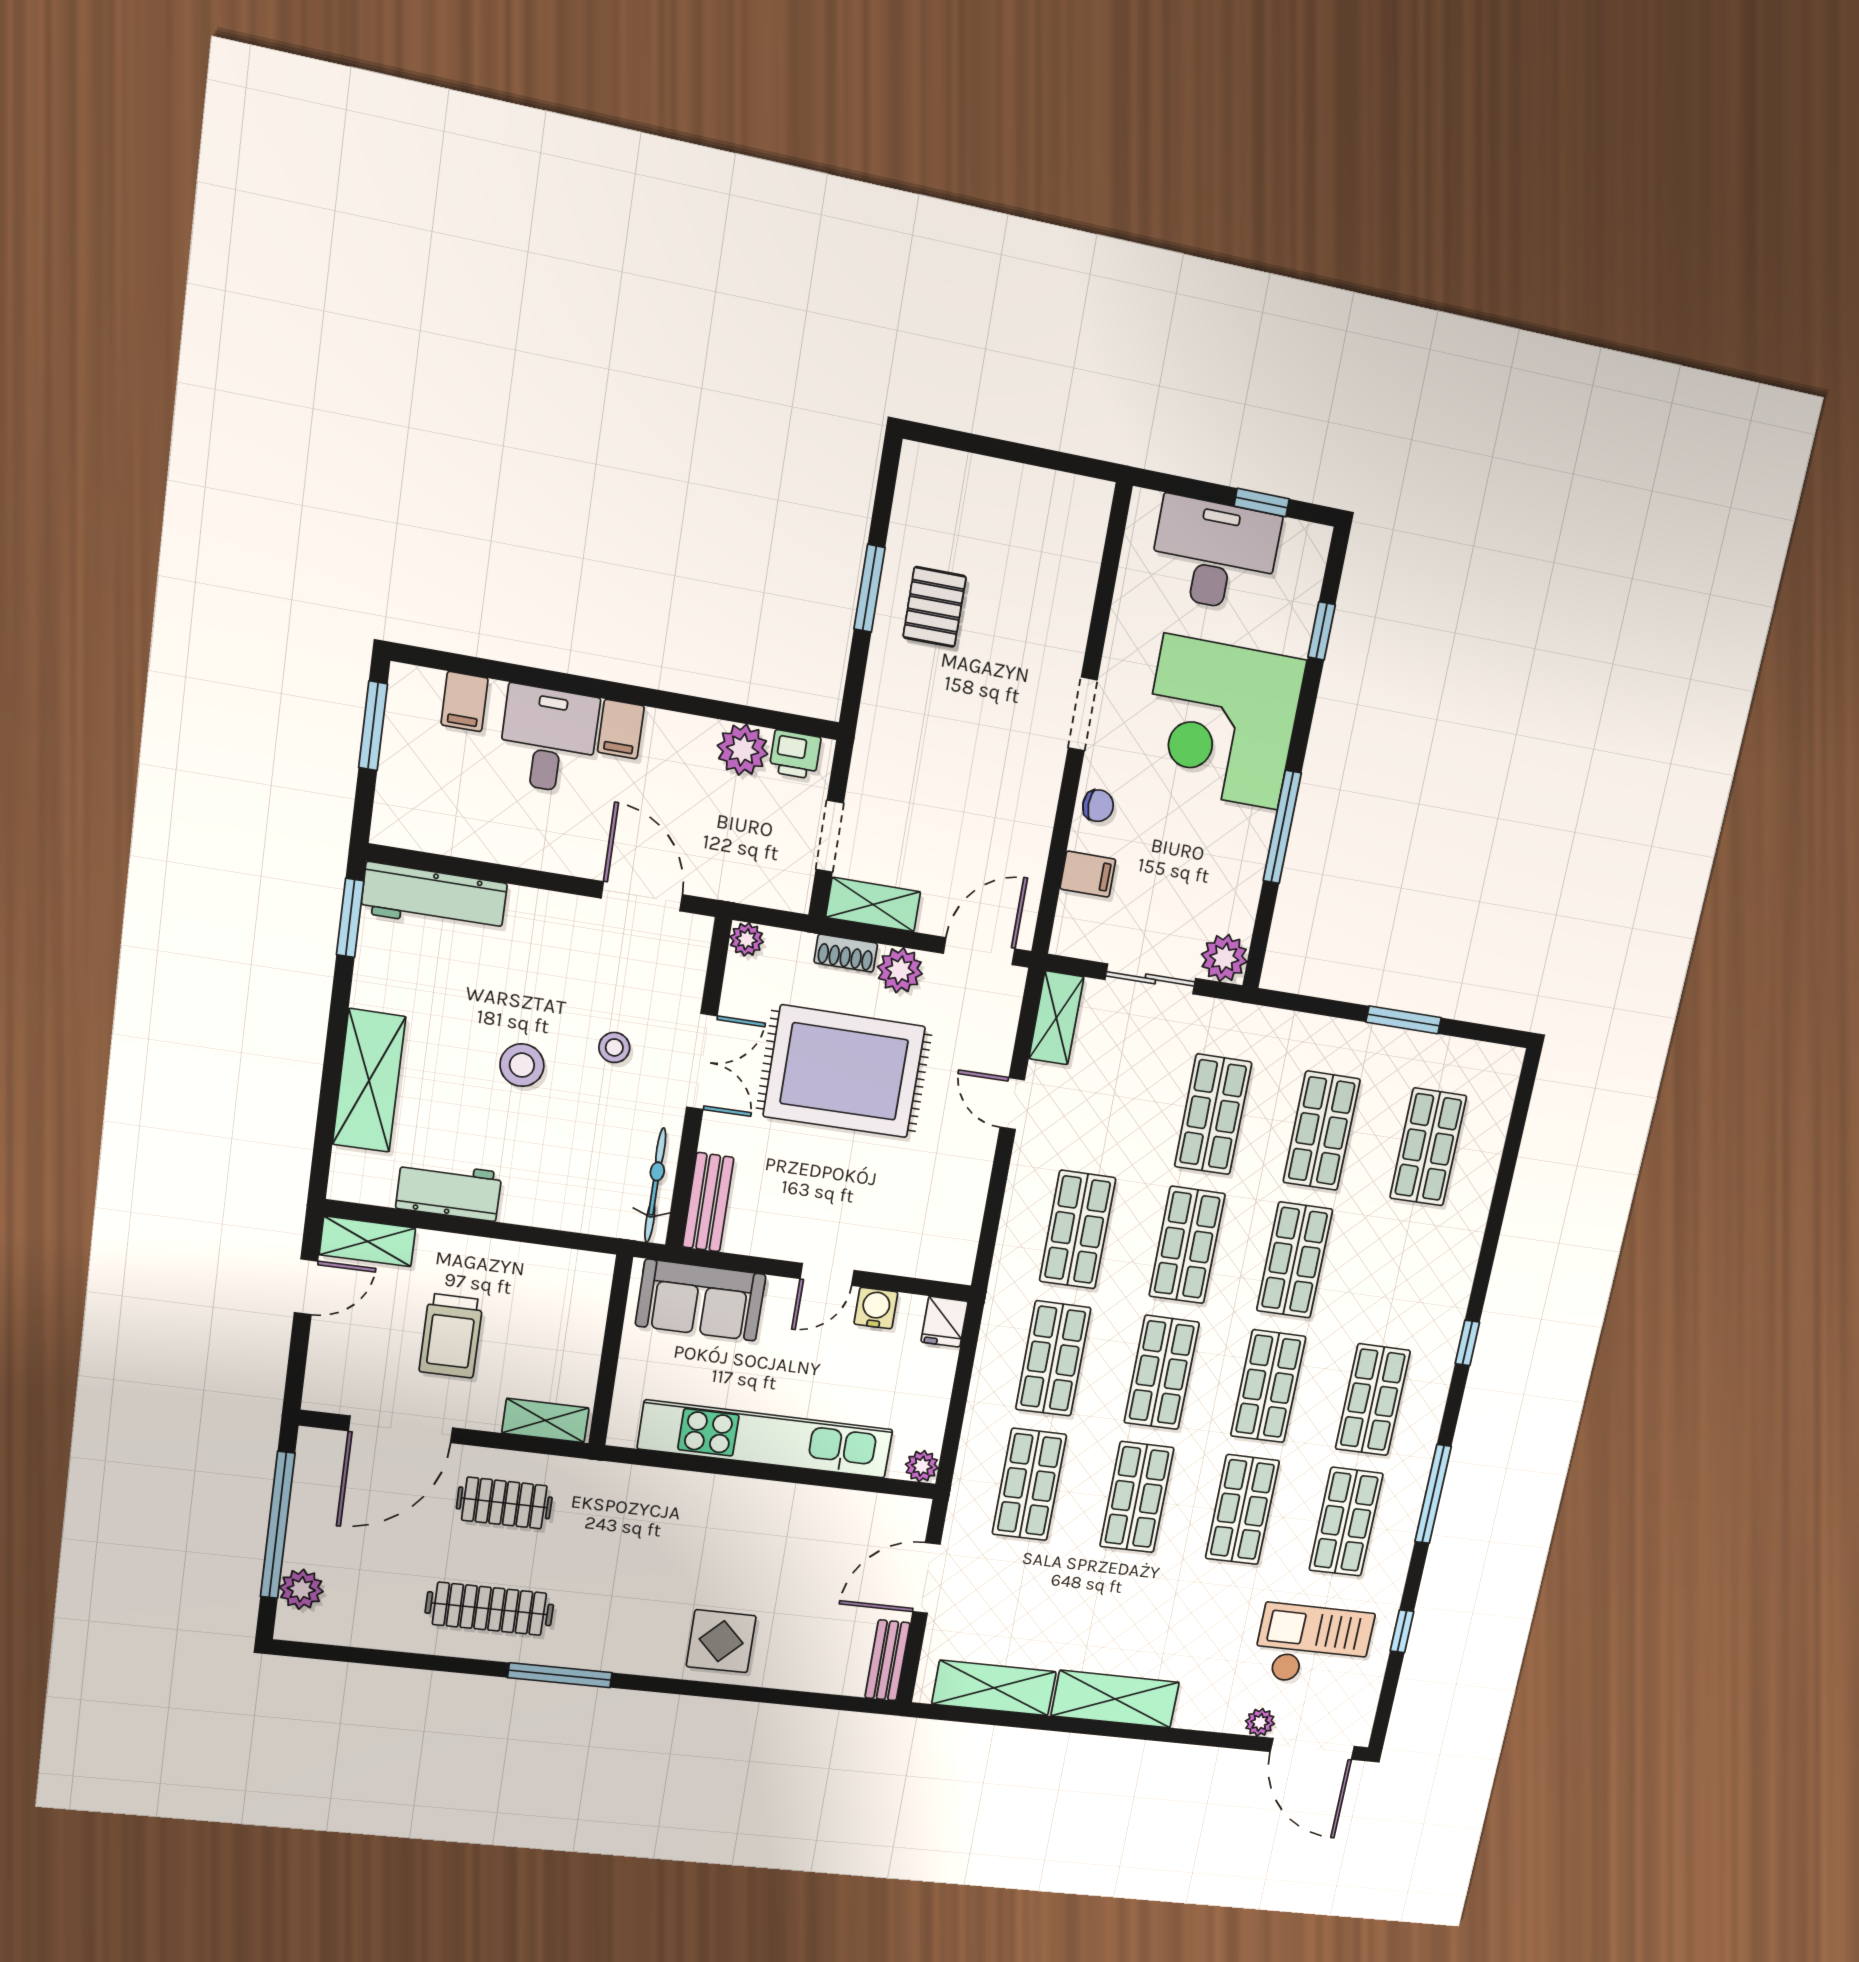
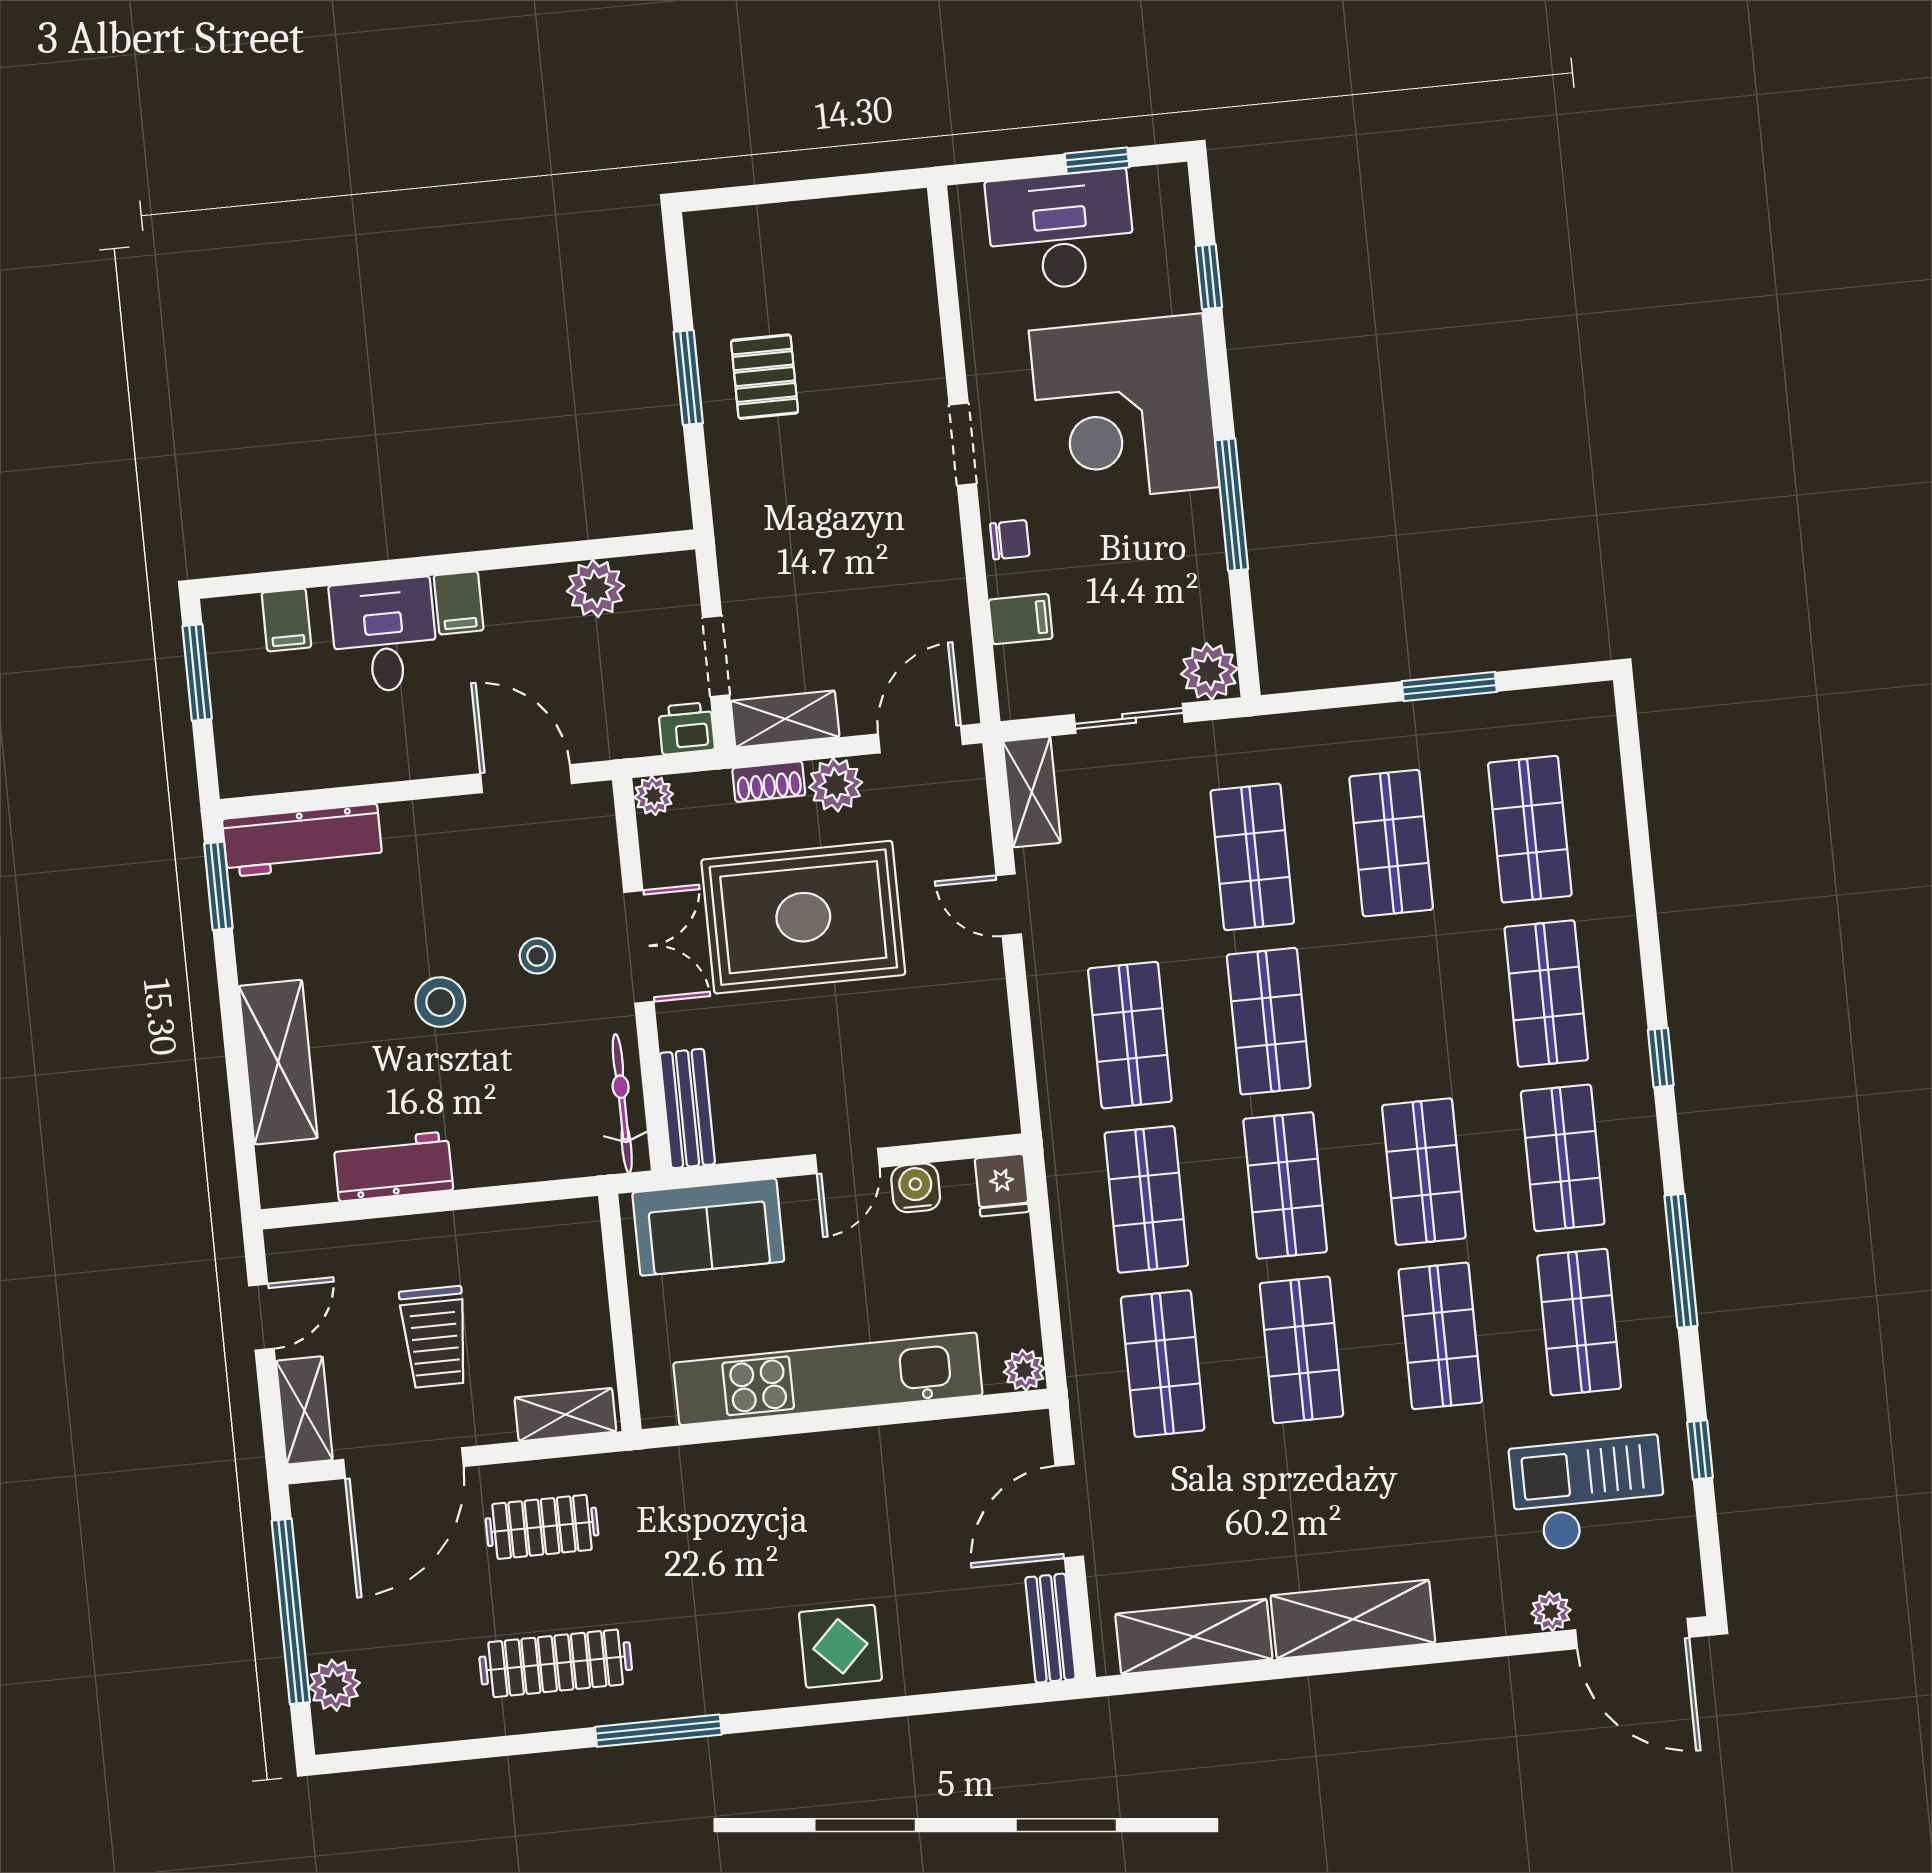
printer: (795, 755) -> (687, 728), moved, turned 180
shelving: (367, 1241) -> (304, 1410), moved, turned 90
shop shelf: (1295, 1260) -> (1546, 994), moved

